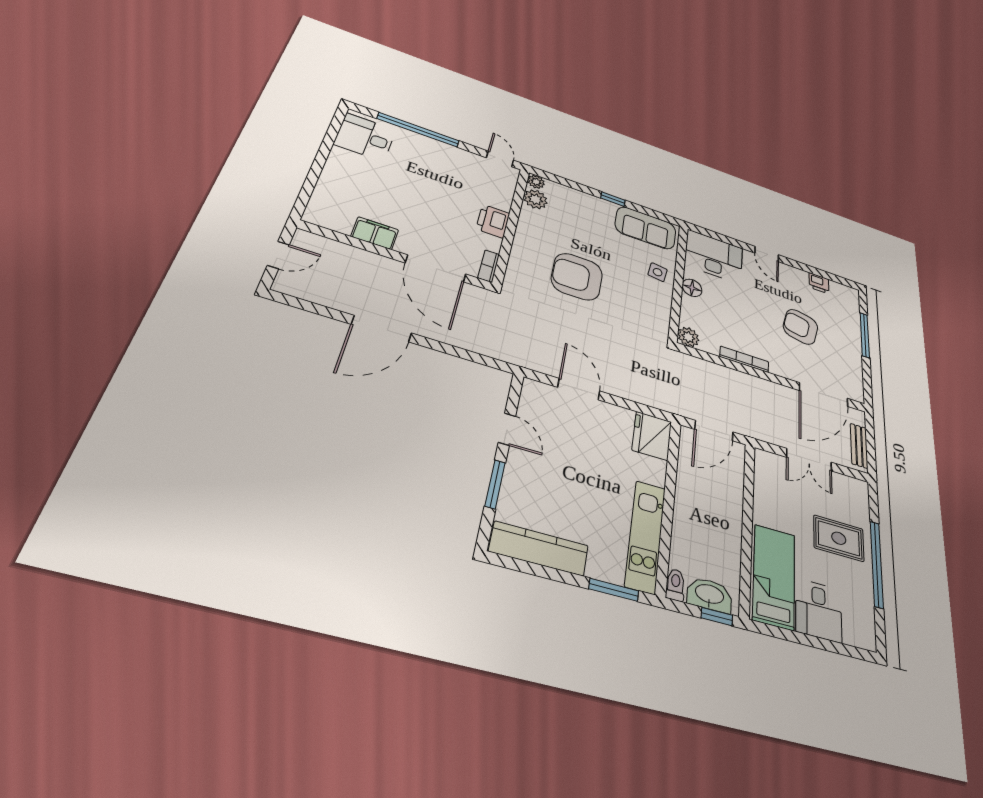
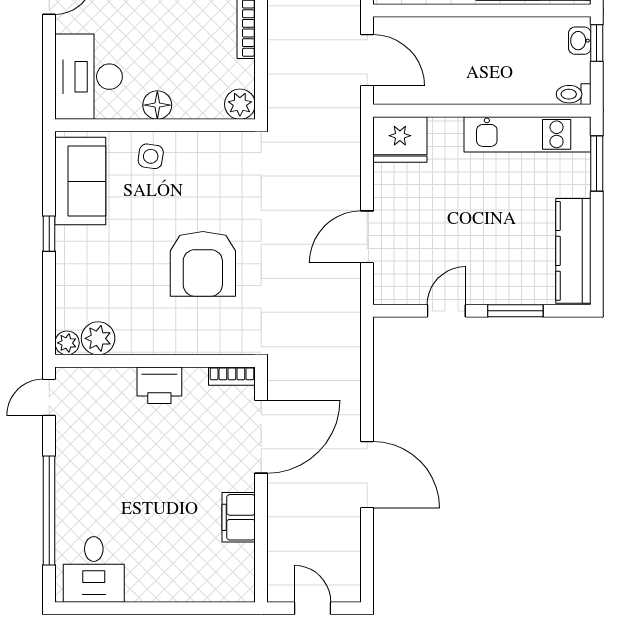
washbasin: (710, 595) -> (580, 41), width x0.52, depth x0.69

